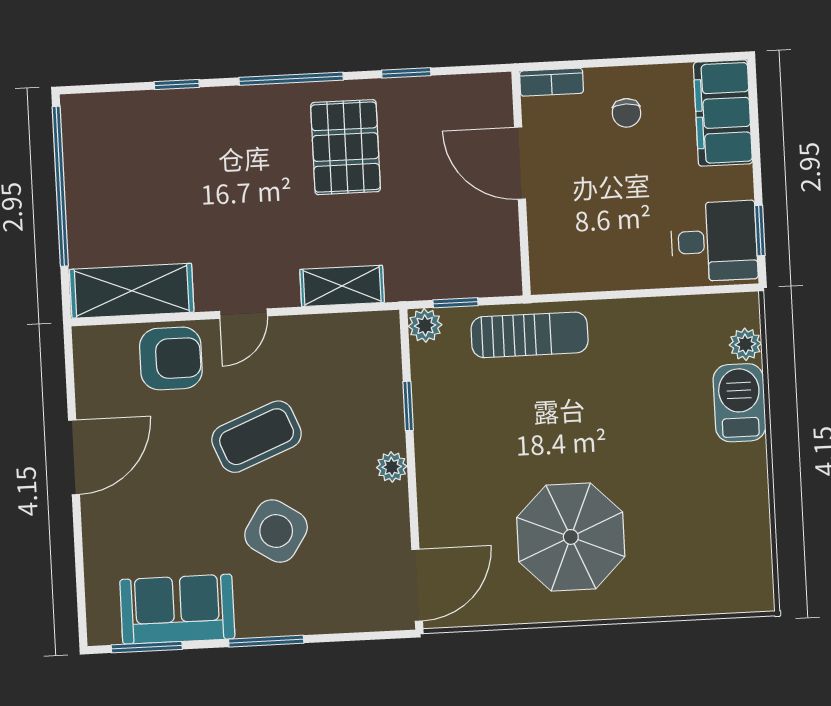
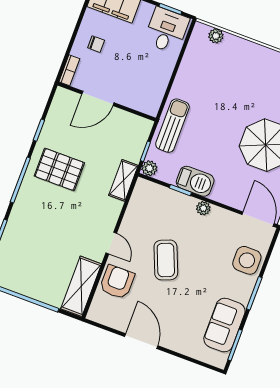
shelving: (342, 286) -> (123, 180), moved
barbecue: (739, 403) -> (195, 181), moved, turned 180
side table: (276, 531) -> (247, 260), moved, turned -33

